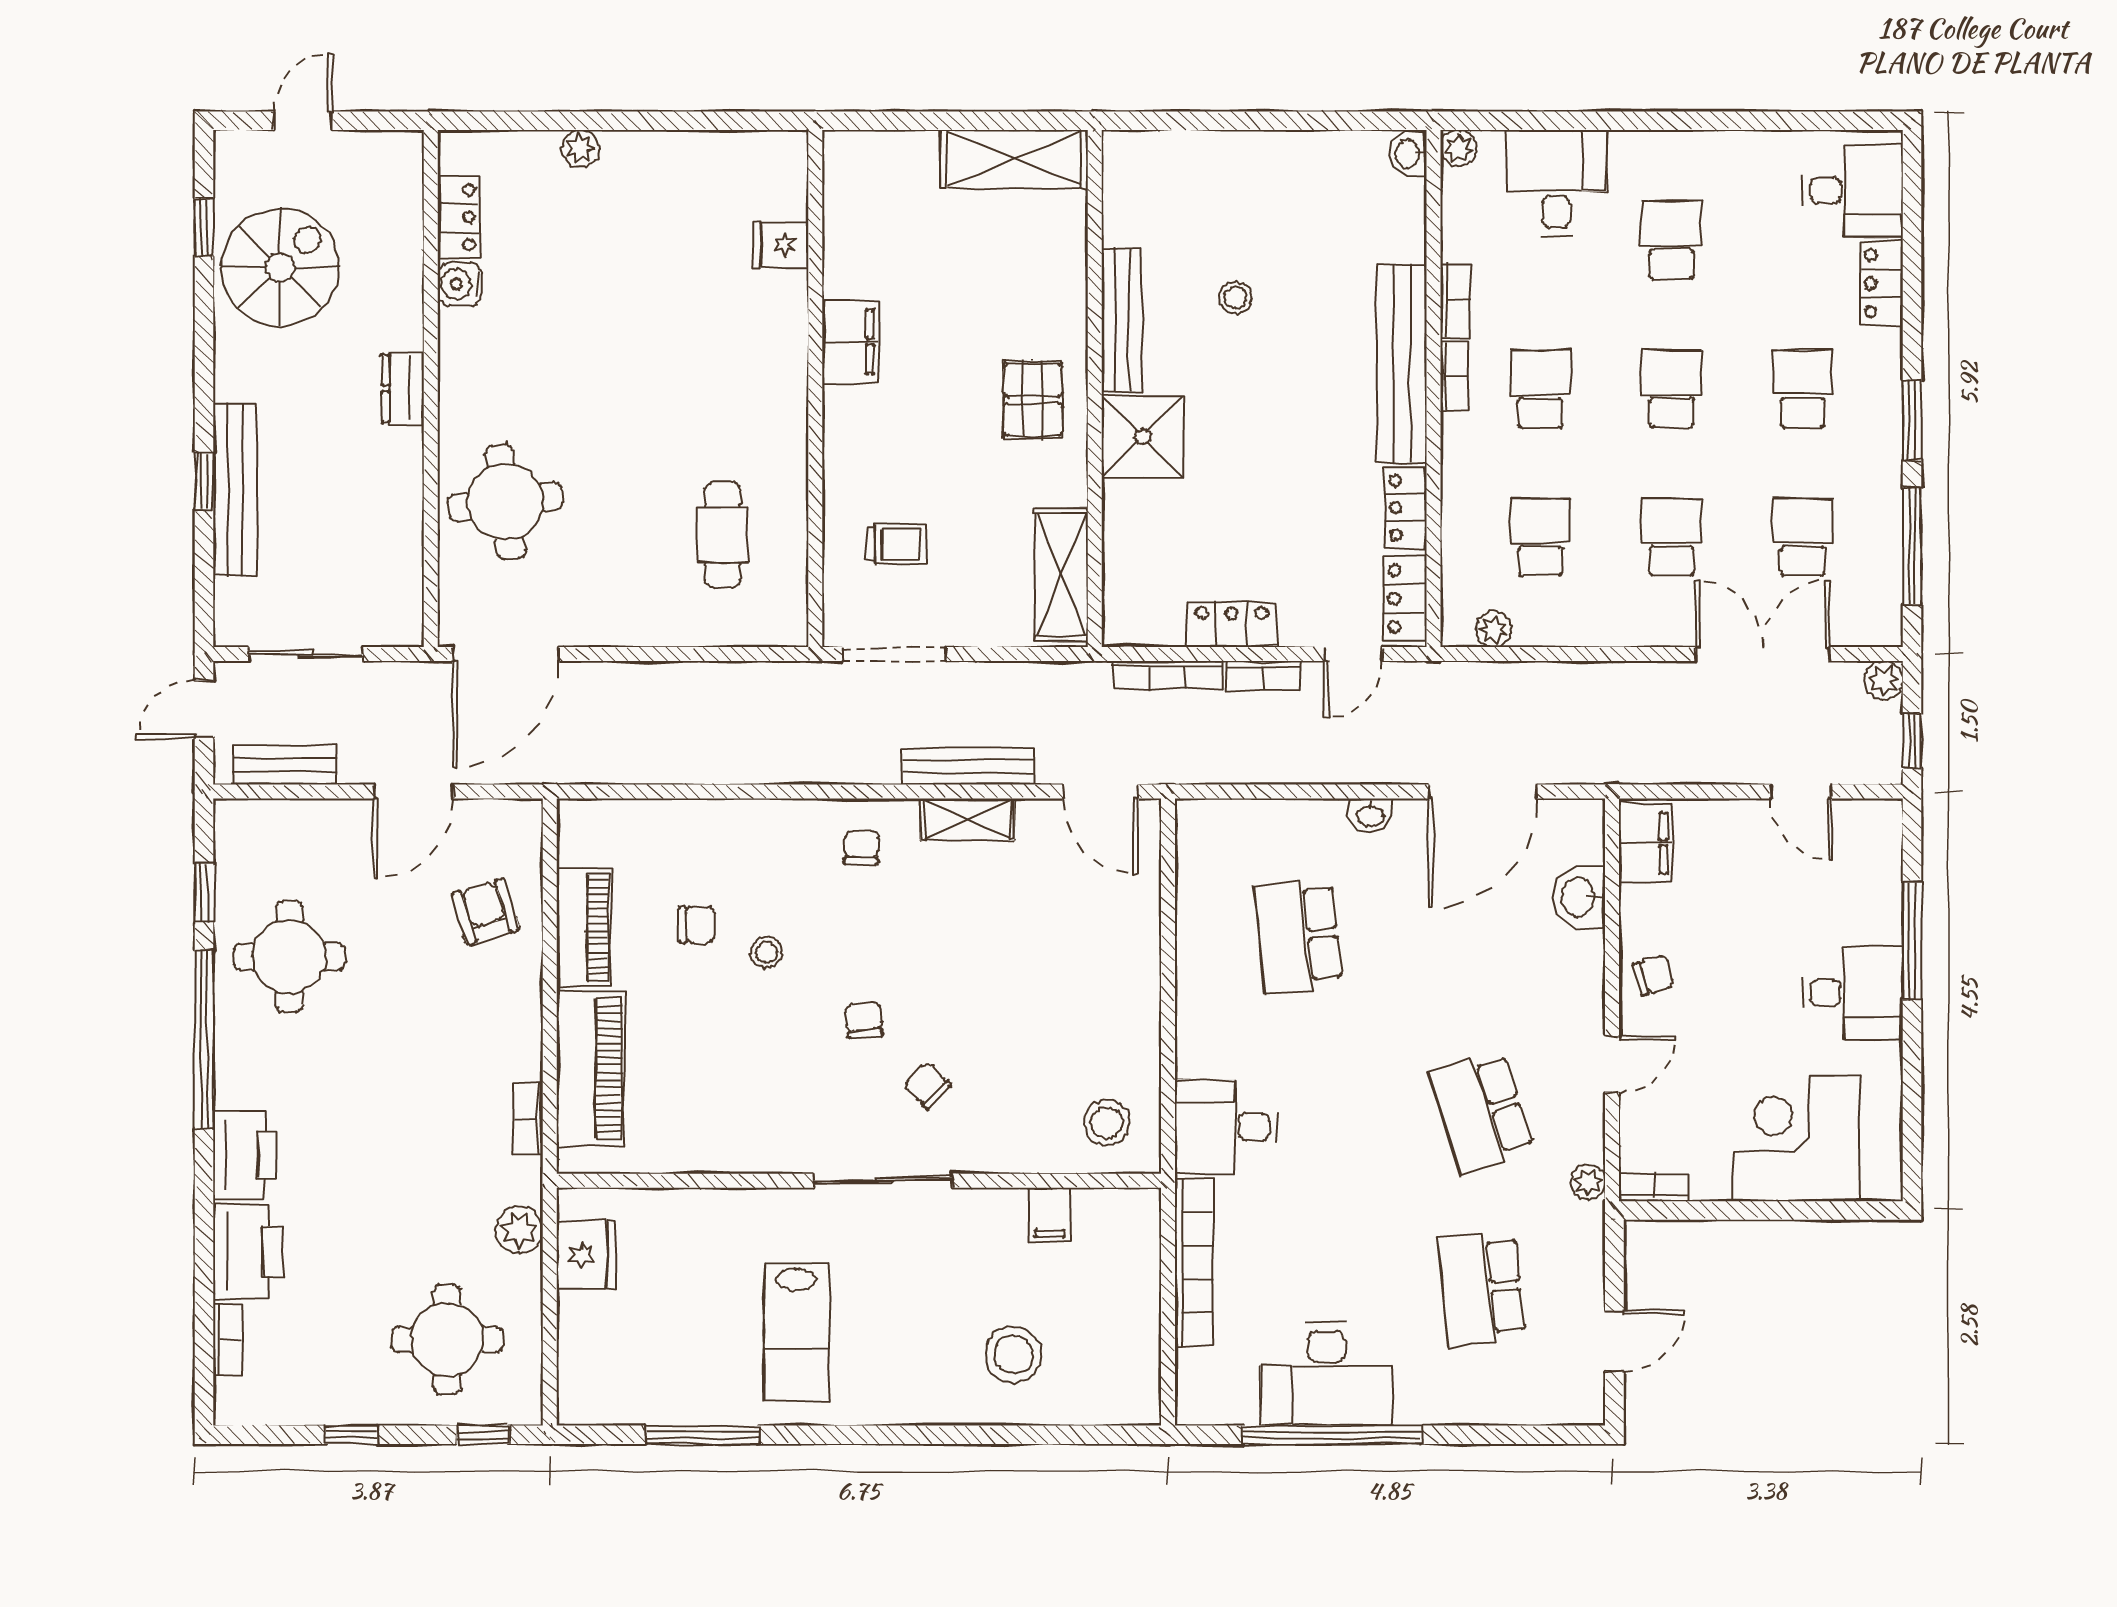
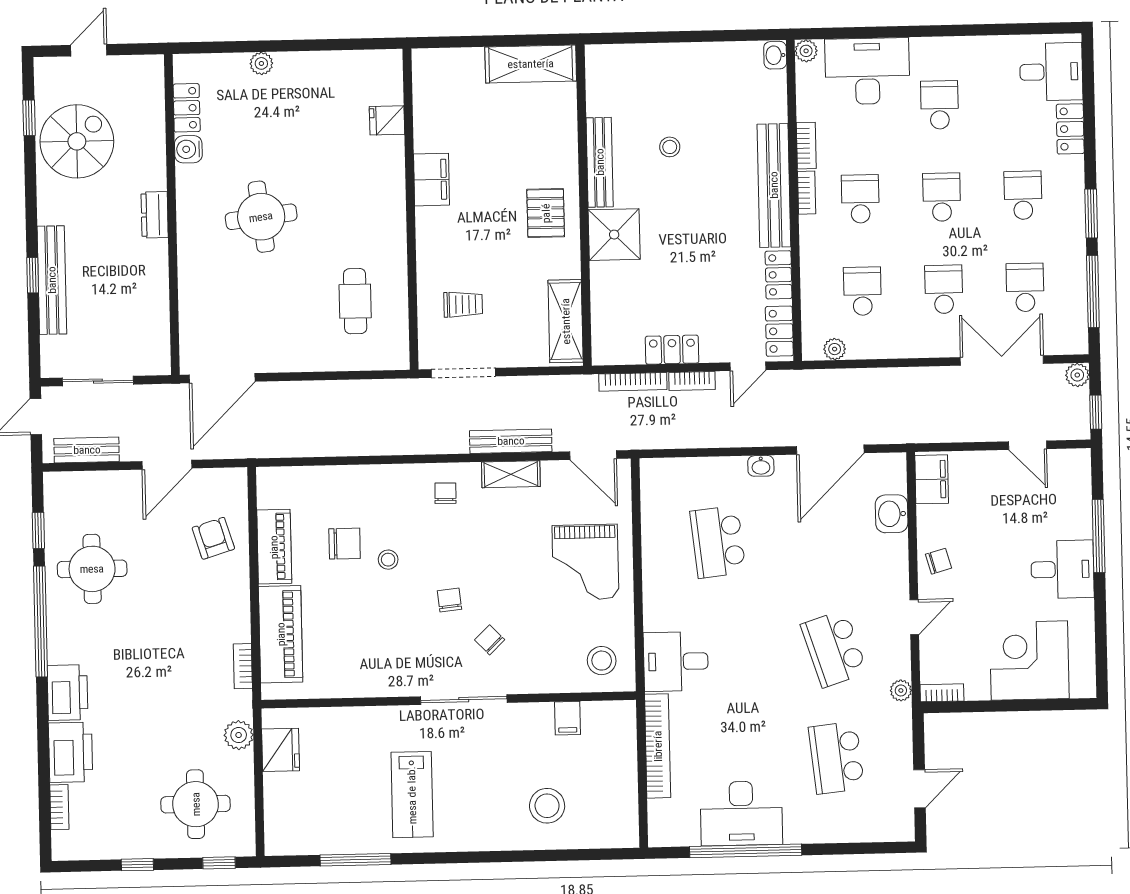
desk: (1556, 183) -> (867, 71), width x1.37
round table: (505, 502) -> (261, 217), moved
chair: (697, 925) -> (345, 544), width x1.37, depth x1.37
grand piano: (1084, 964) -> (585, 562), added

